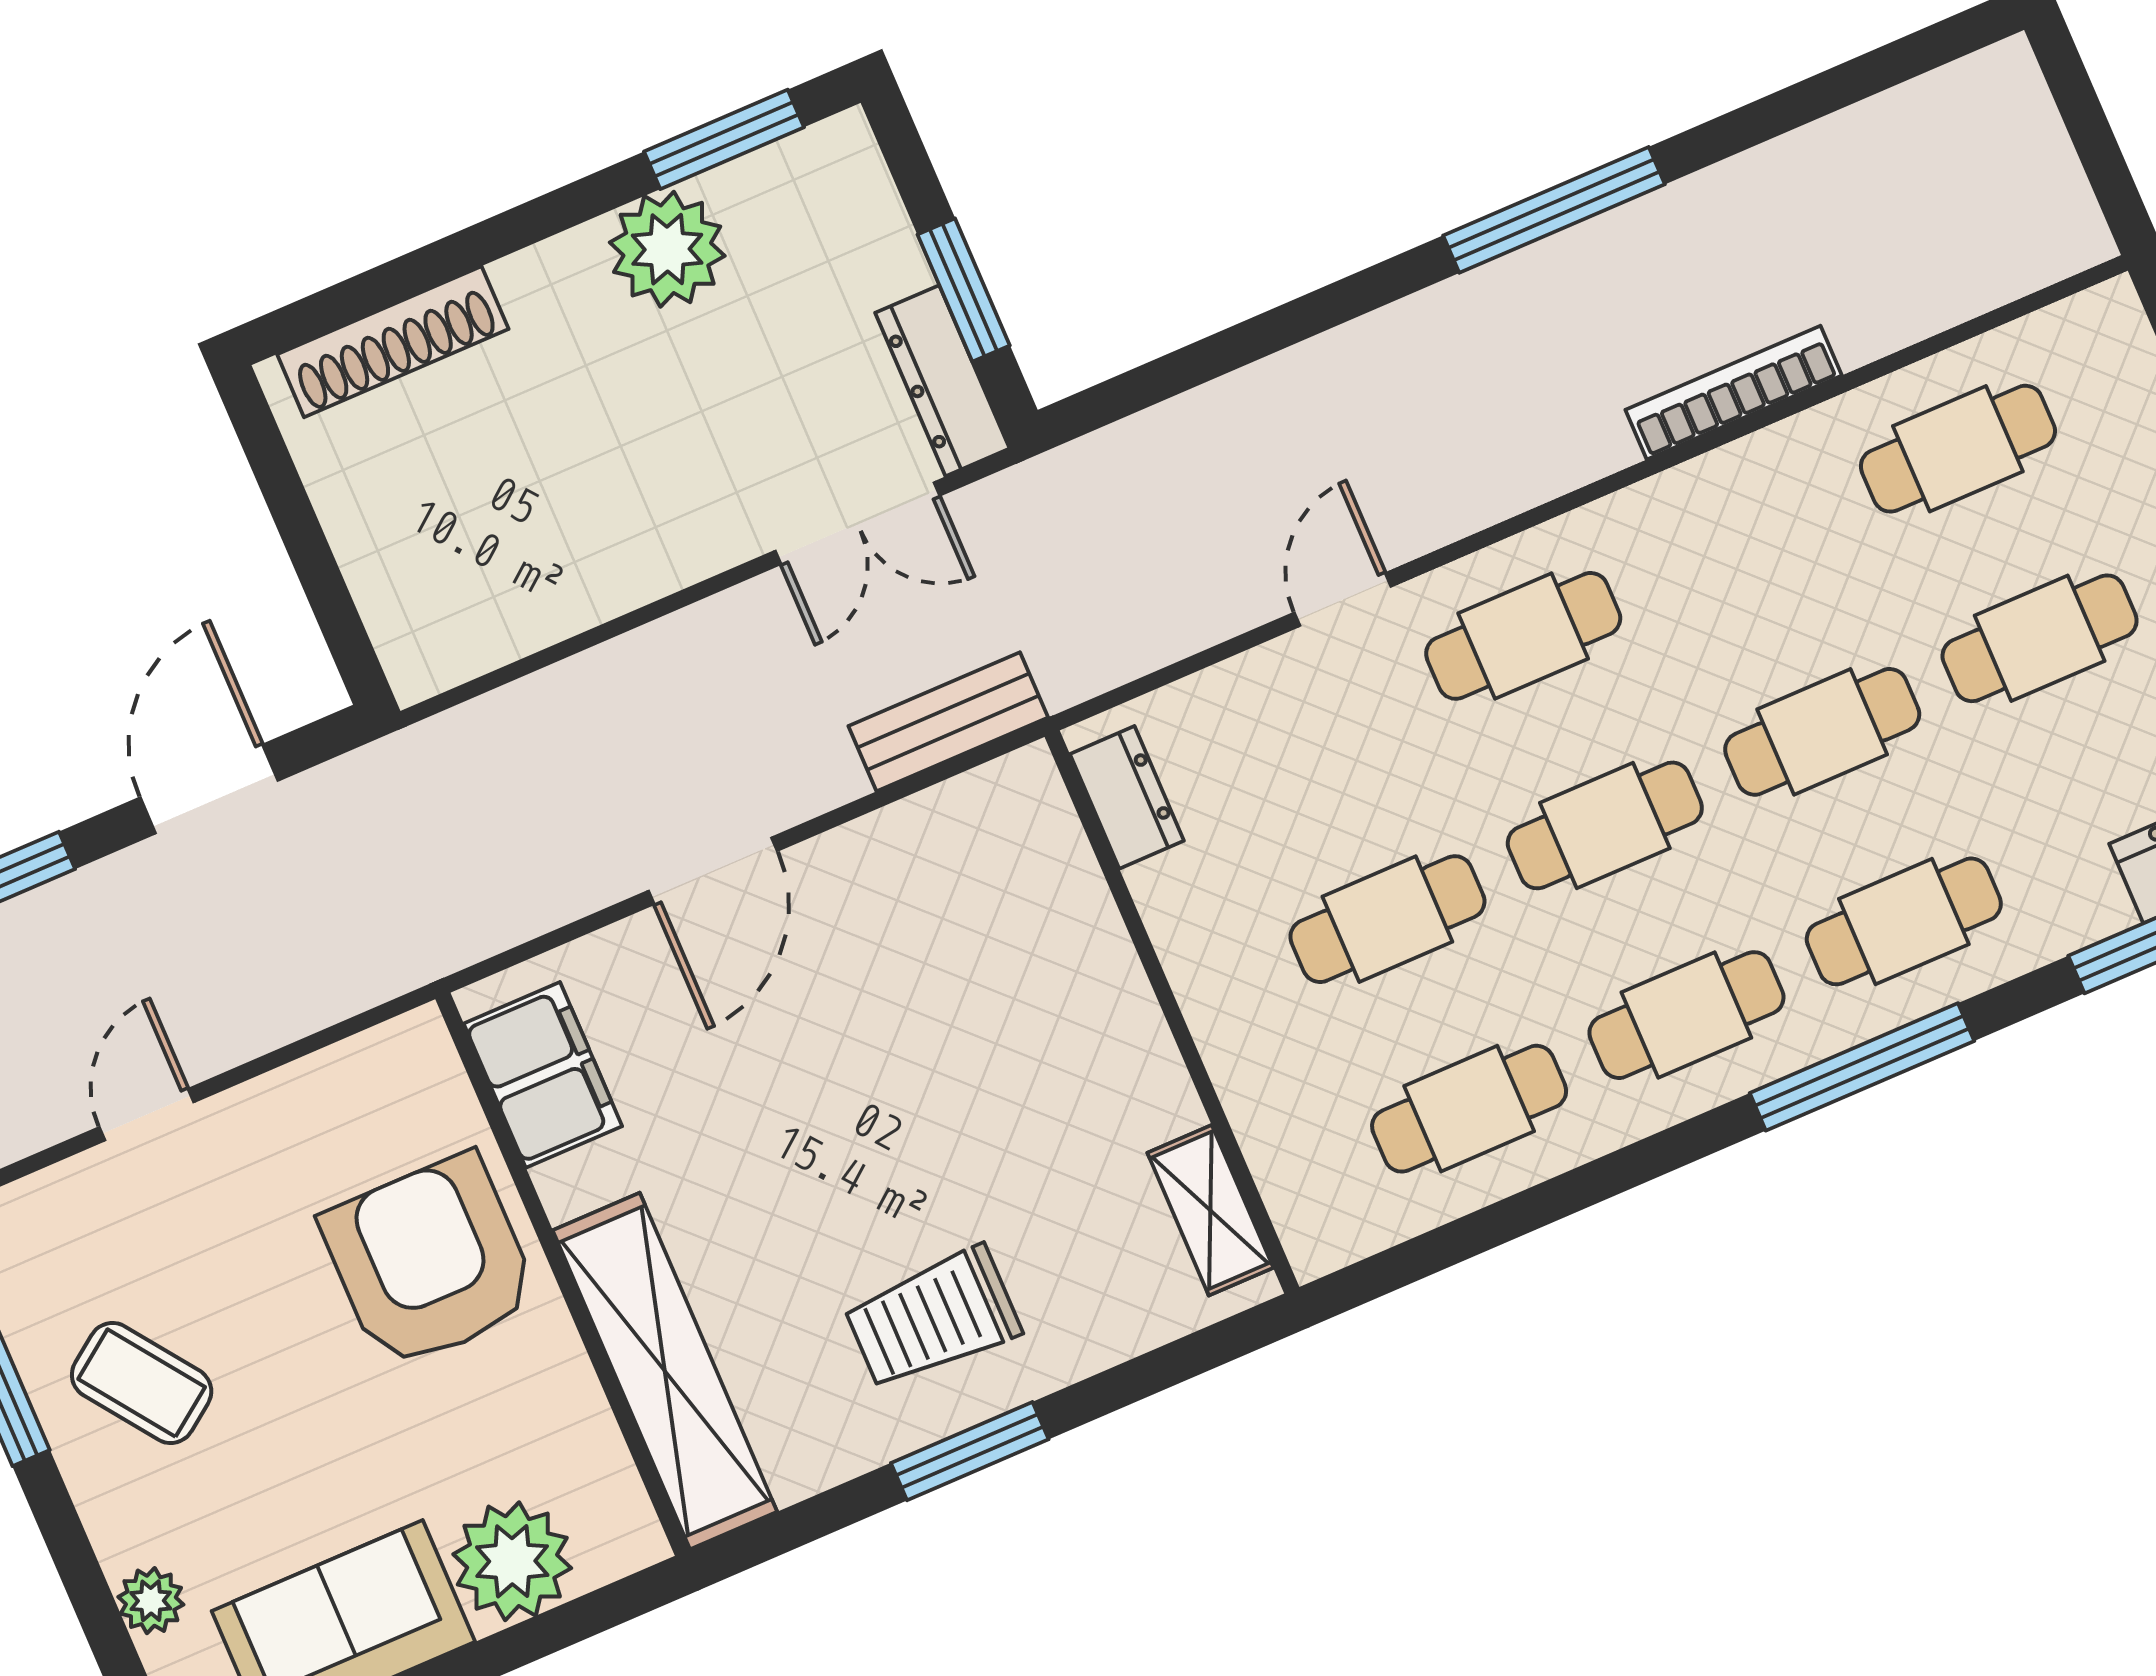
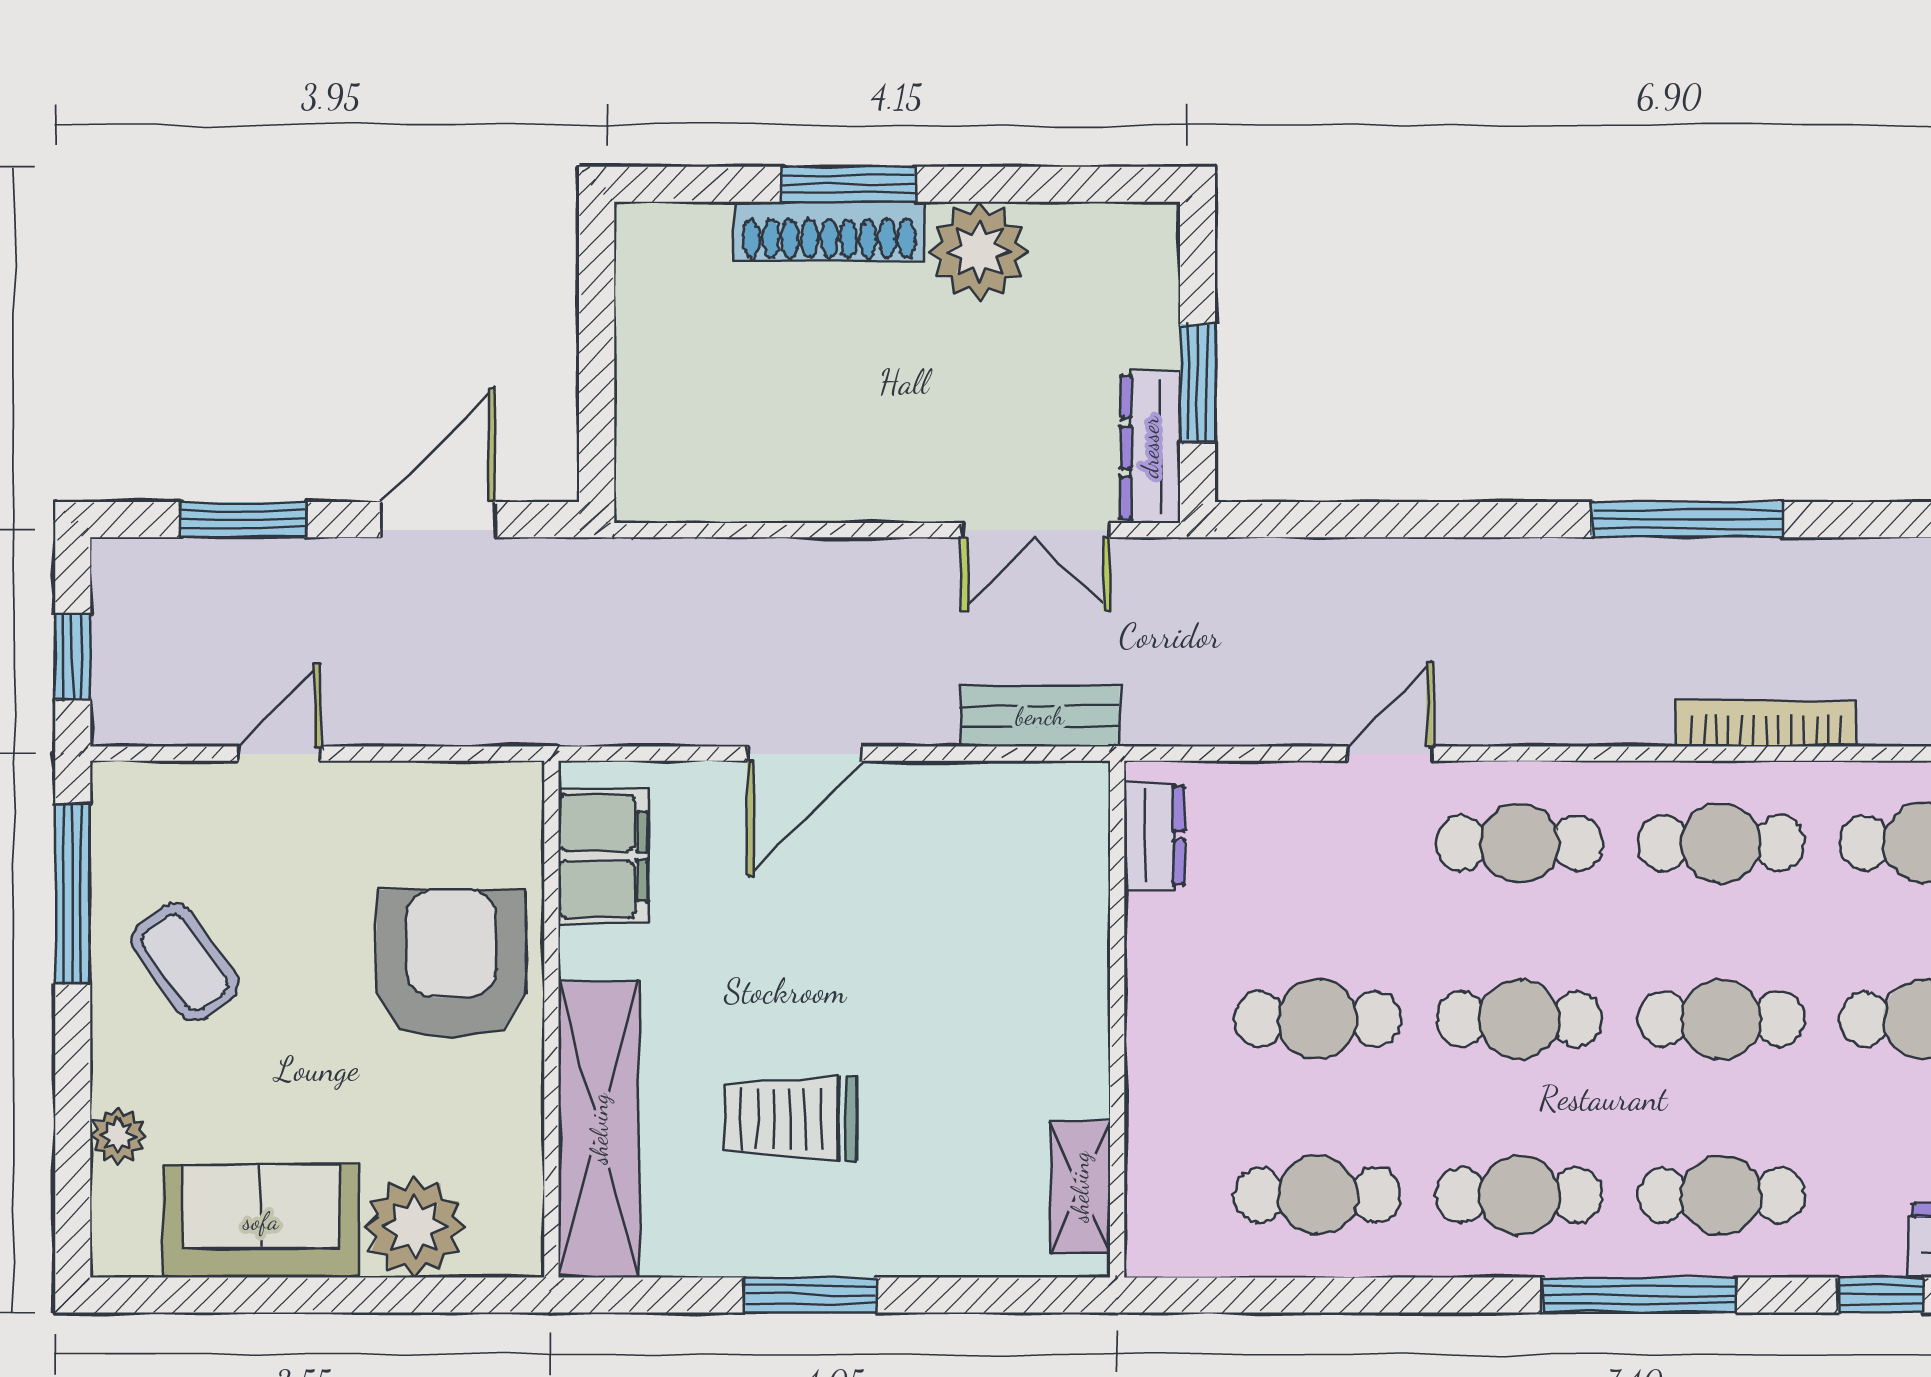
window: (724, 139) -> (849, 184), moved
shoe rack: (393, 342) -> (829, 231), moved
cafe table: (1741, 542) -> (1721, 843), added
trolley: (933, 1318) -> (791, 1119), moved

